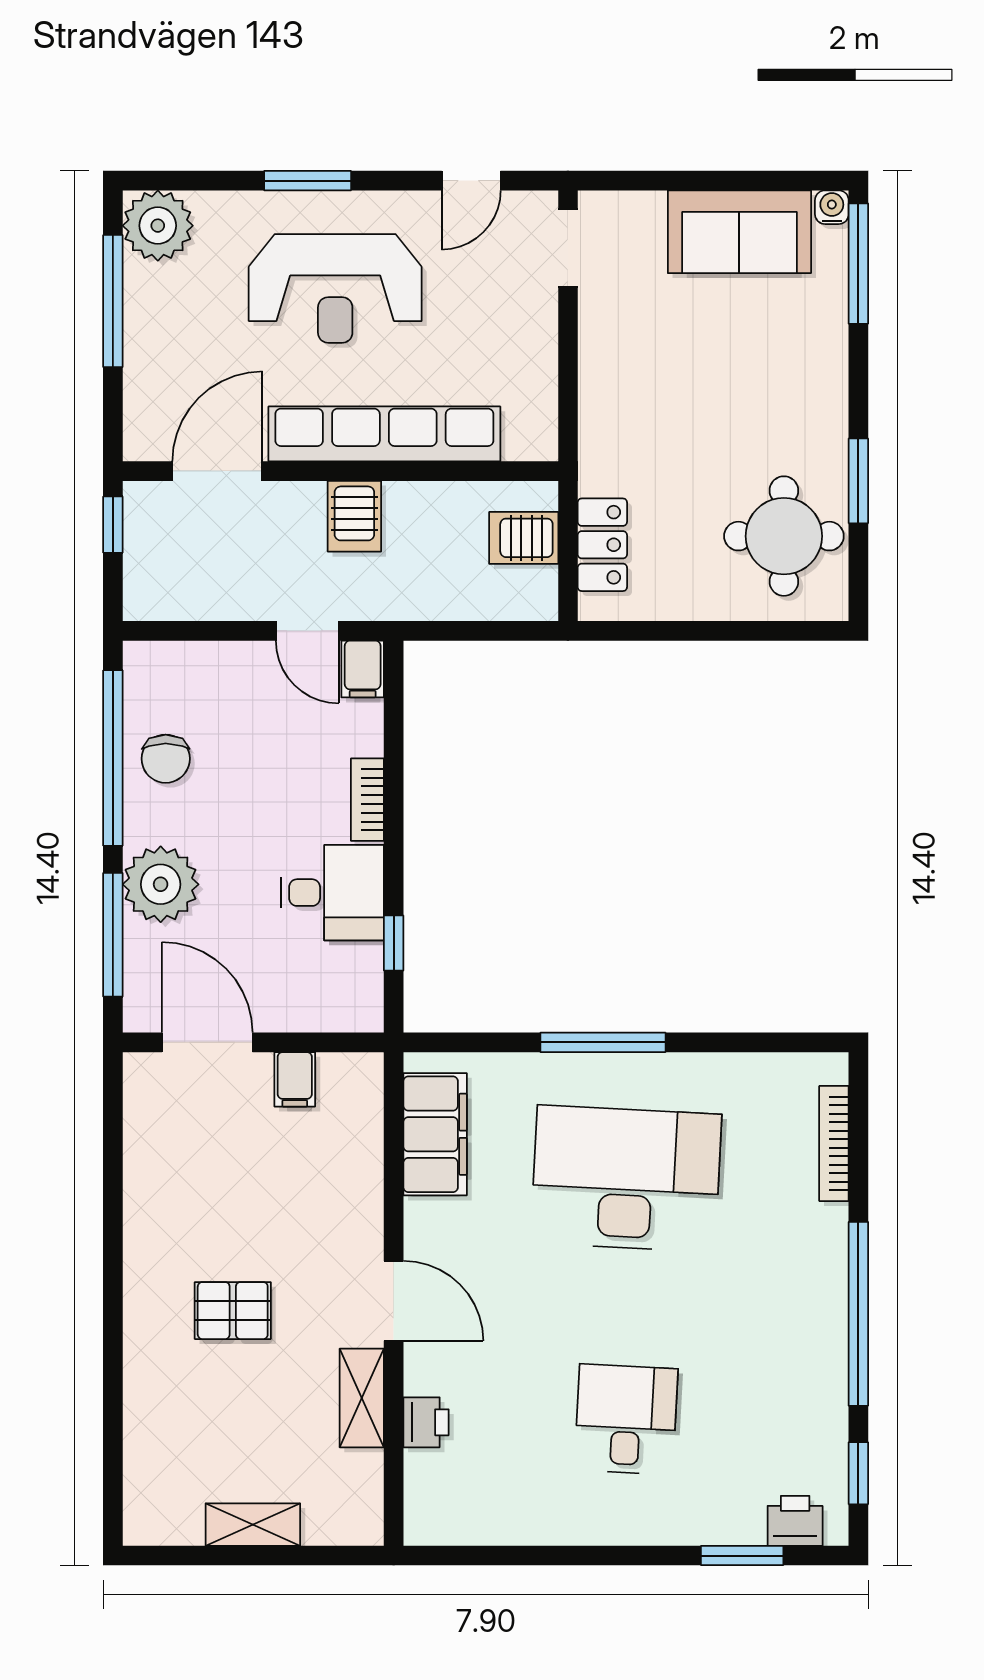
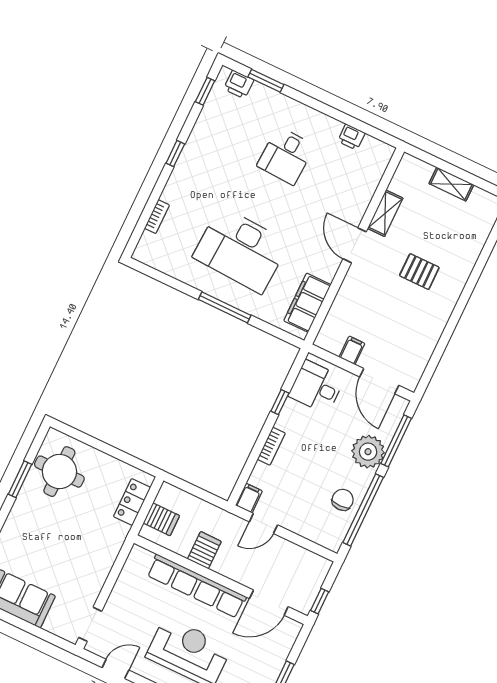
server rack: (354, 516) -> (204, 550), moved
door: (307, 631) -> (263, 523), swing flipped
desk: (332, 893) -> (316, 387), moved
window: (394, 943) -> (280, 402), moved
bookcase: (834, 1144) -> (157, 217), width x0.64
window: (858, 1314) -> (175, 154), width x0.32
printer: (426, 1422) -> (351, 137), moved, turned -90

